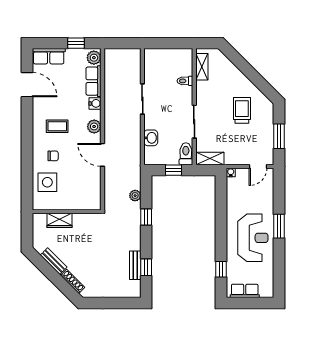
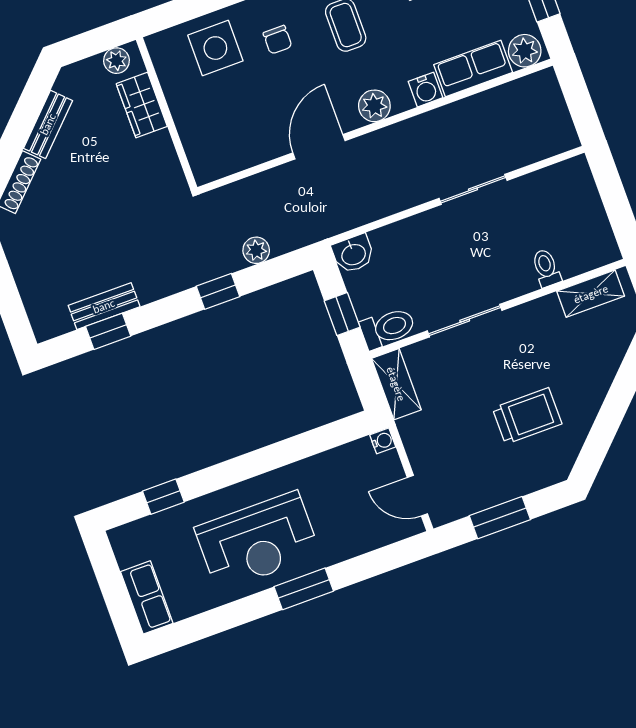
washbasin: (151, 138) -> (353, 254), moved
plant: (38, 224) -> (116, 61), added
row of seats: (245, 291) -> (147, 597), moved

